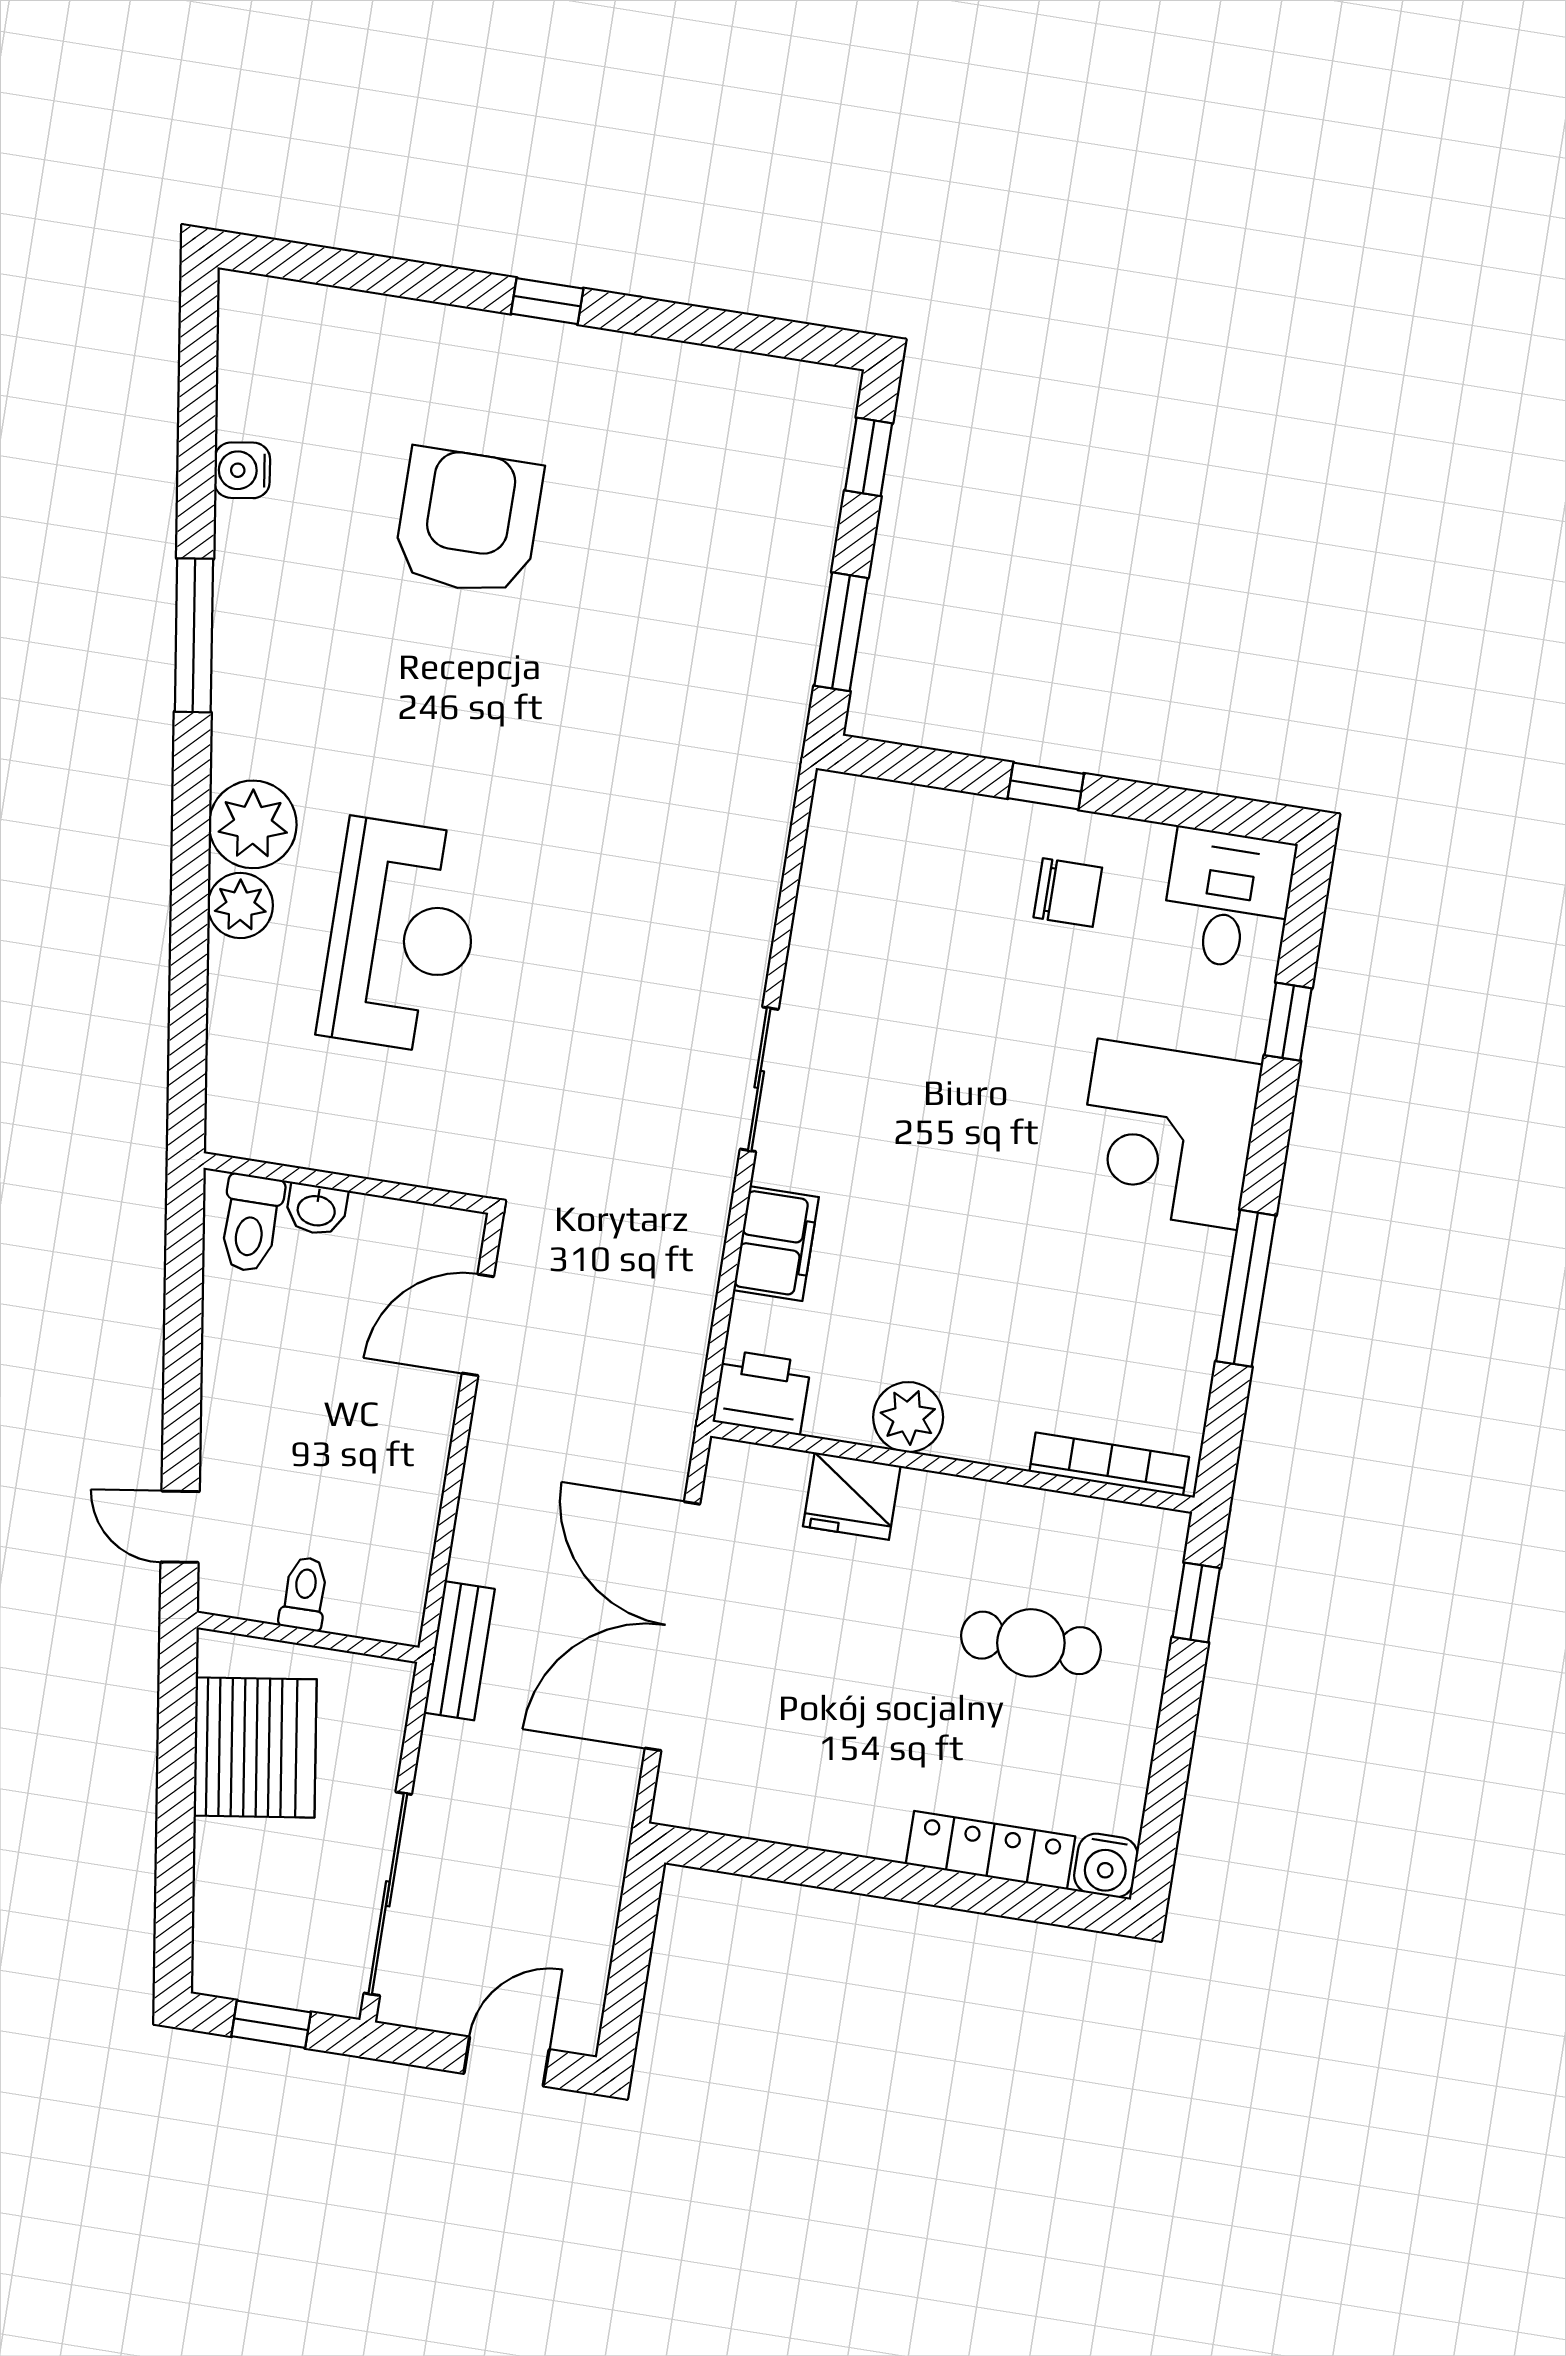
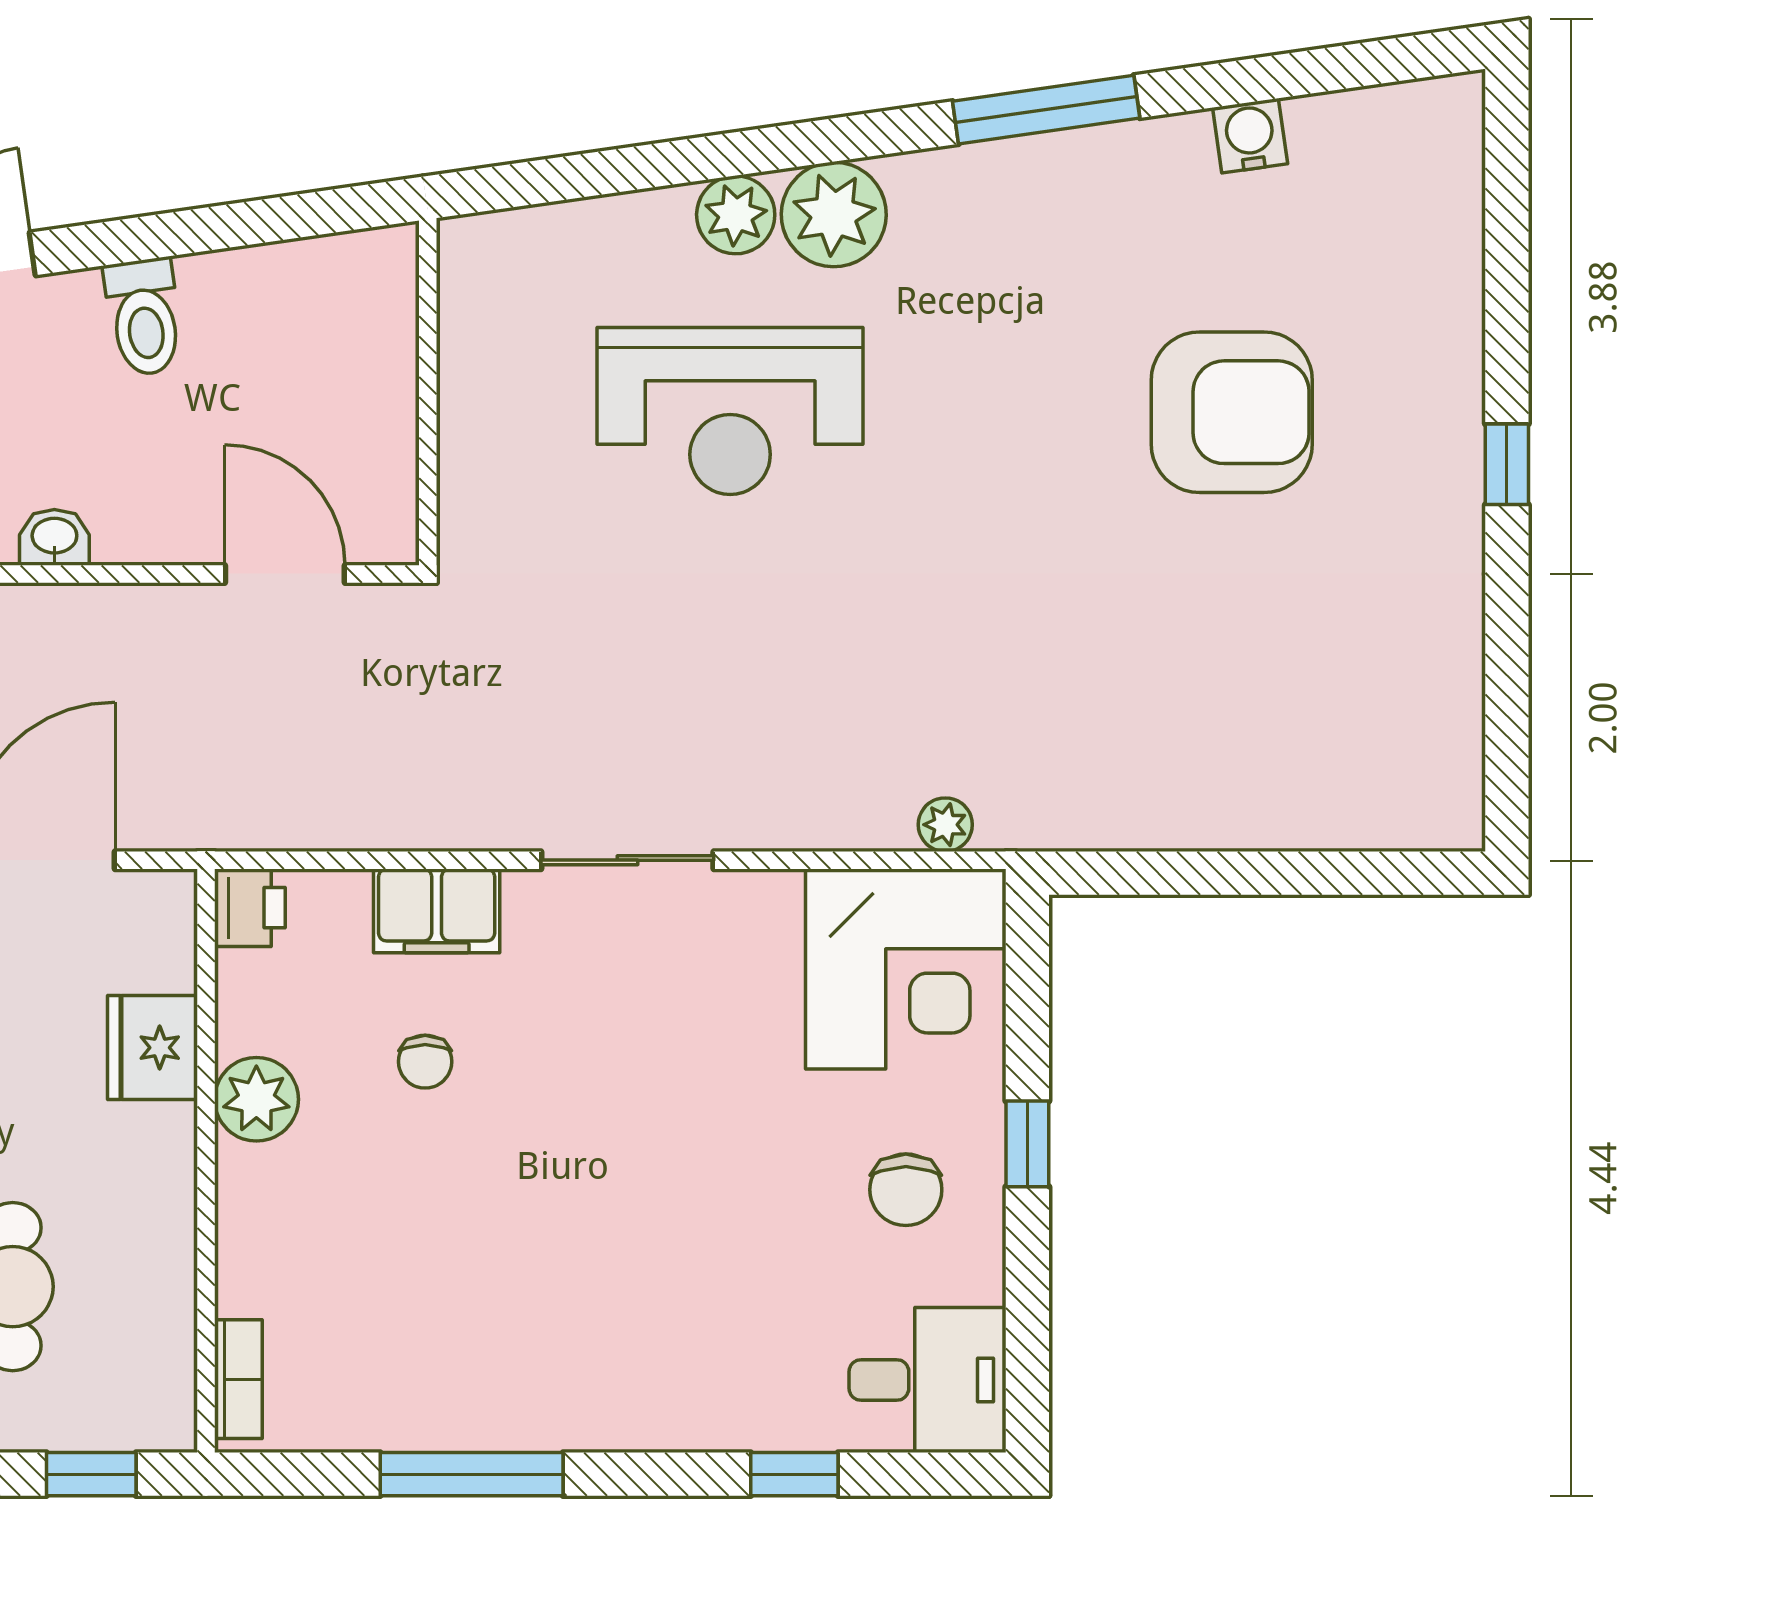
window: (869, 457) -> (1383, 873), removed
window: (841, 632) -> (1171, 873), removed
plant: (771, 812) -> (945, 825), added
corner desk: (1167, 1134) -> (906, 969), moved, turned 180
washbasin: (316, 1209) -> (54, 537), moved, turned 90
toilet: (251, 1223) -> (144, 317), moved, turned -98
chair: (899, 1273) -> (425, 1062), added
printer: (762, 1392) -> (250, 908), width x0.73, depth x0.81
bookcase: (1109, 1464) -> (238, 1379), width x0.64

